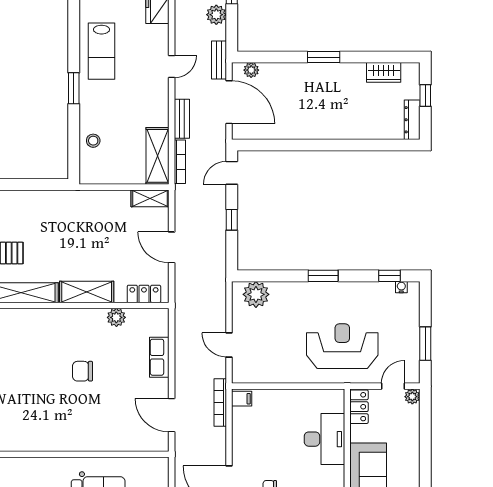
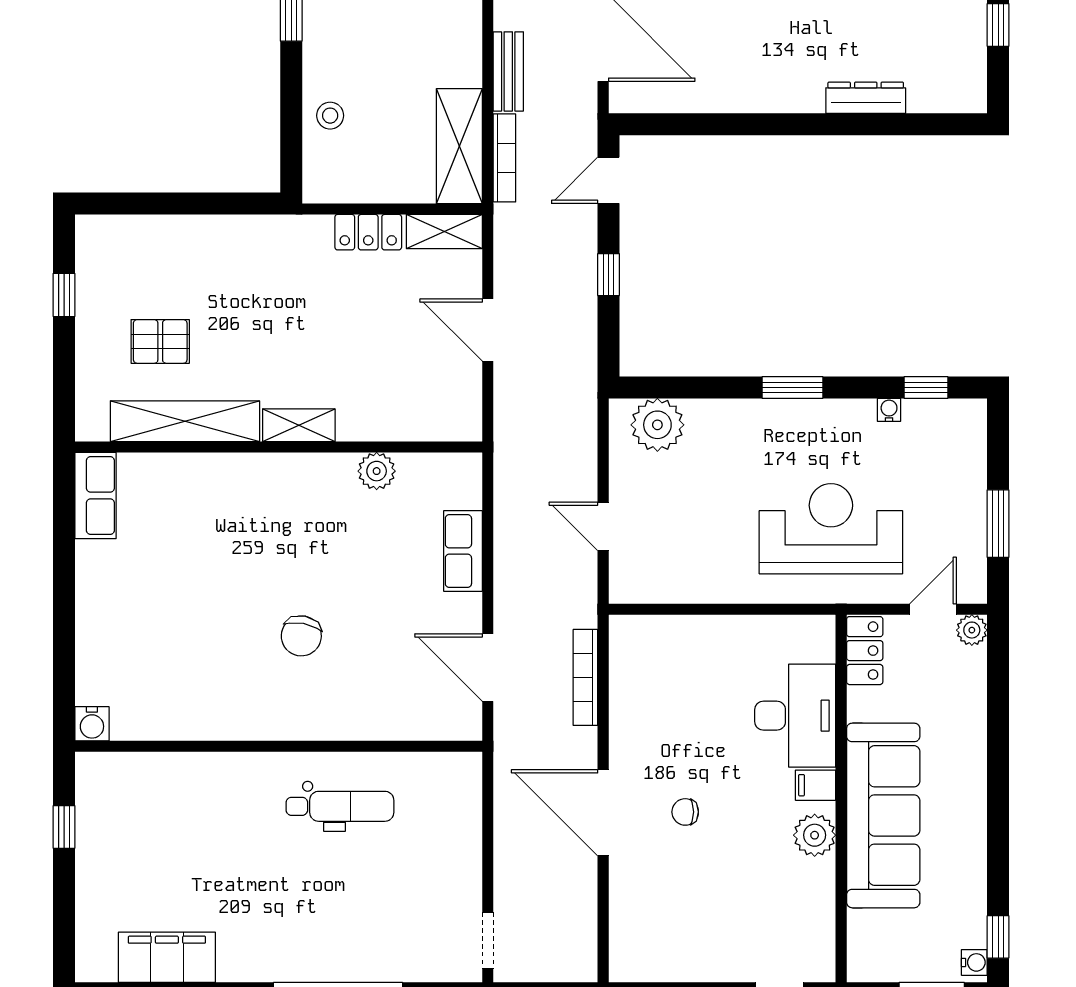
dresser: (412, 120) -> (866, 98), moved, turned 90
water cooler: (401, 287) -> (889, 410), moved
shelving: (87, 292) -> (299, 425), width x0.67, depth x0.75
locker: (144, 294) -> (368, 232), moved, turned 180
chair: (83, 371) -> (301, 636), moved, turned -79
filing cabinet: (242, 399) -> (816, 785), moved, turned 180
bookcase: (220, 403) -> (585, 677), moved

